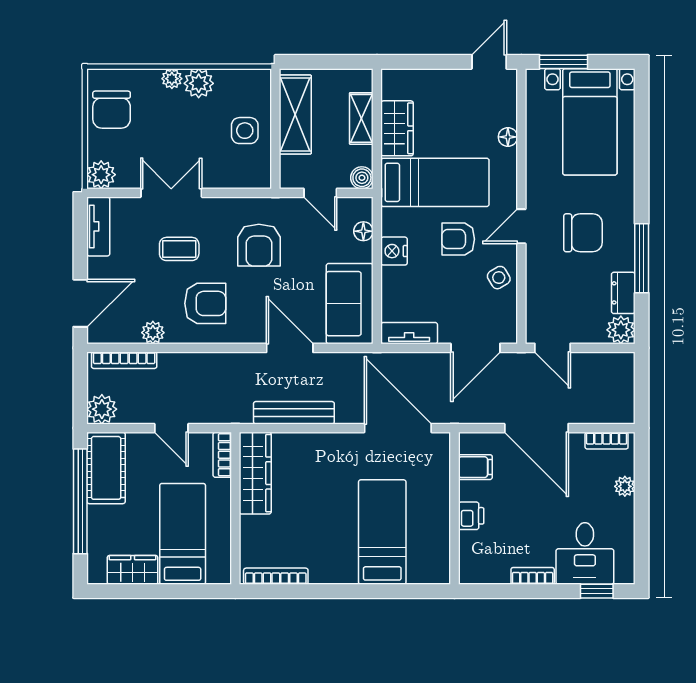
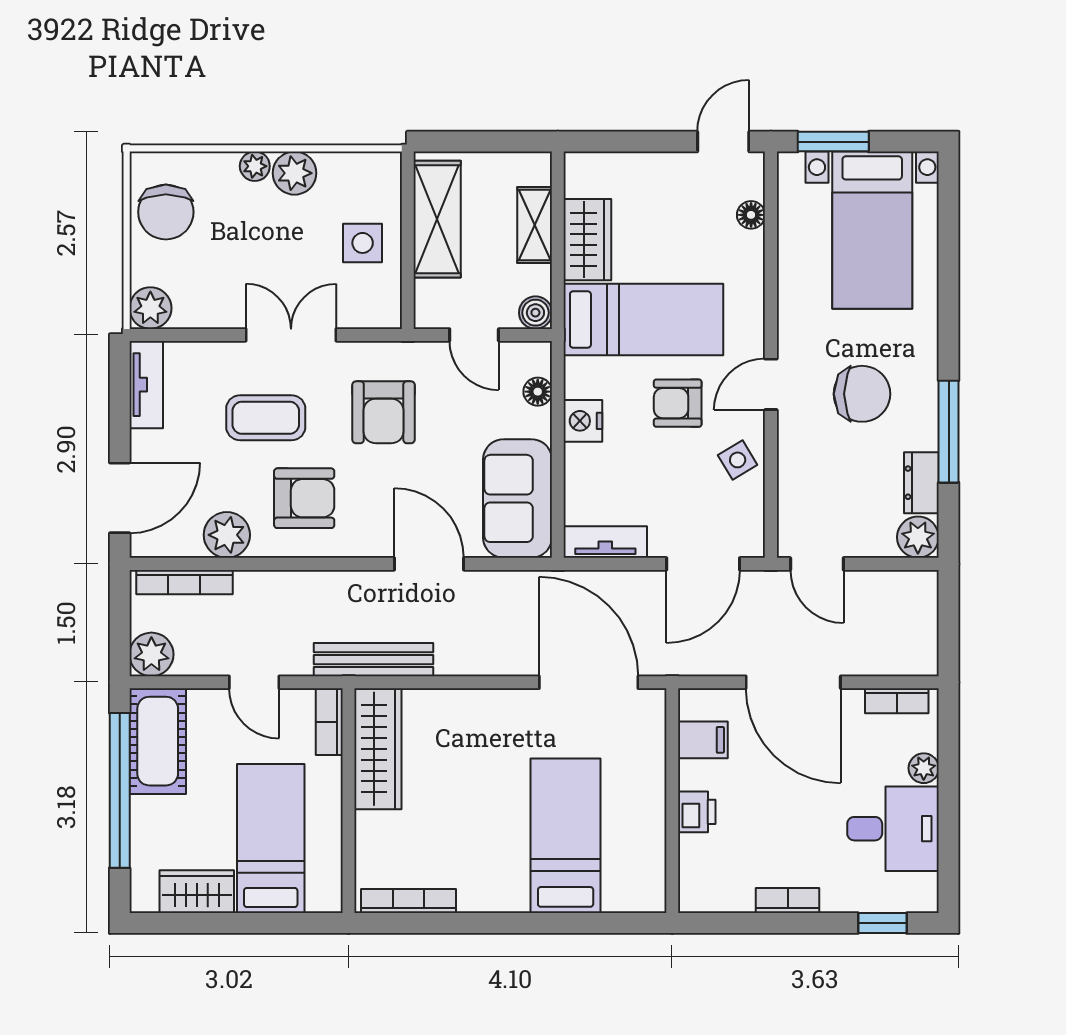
floor lamp: (508, 137) -> (751, 215), moved
double door: (171, 193) -> (291, 335), moved
coffee table: (179, 249) -> (266, 418), width x1.36, depth x1.30
plant: (153, 333) -> (227, 535), width x1.38, depth x1.38
bench: (294, 413) -> (373, 660), moved
desk: (585, 554) -> (893, 829), moved, turned -90

